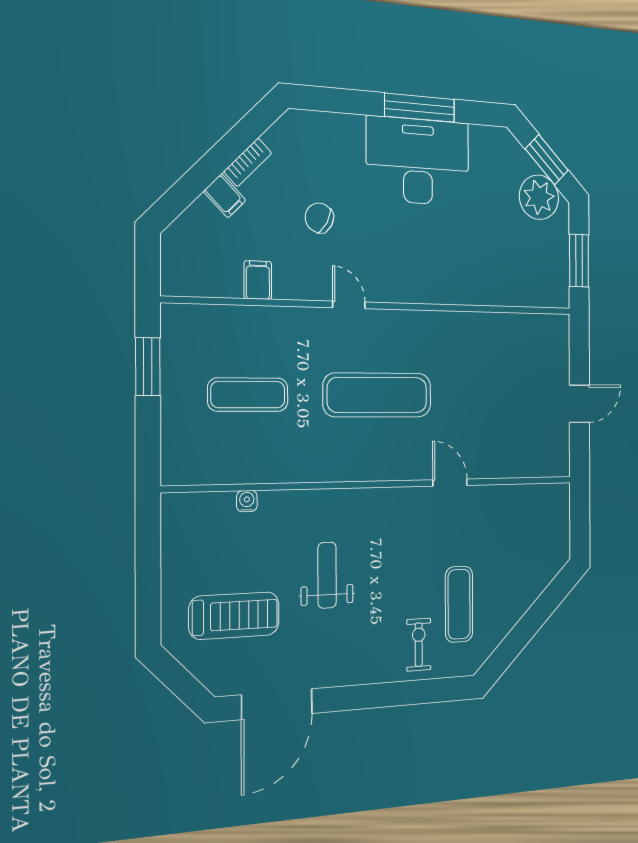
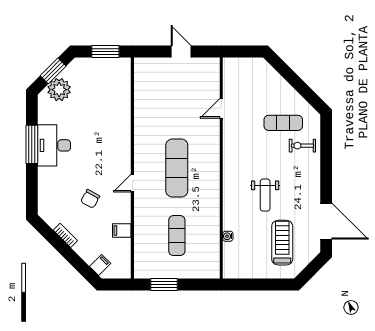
desk: (418, 161) -> (54, 145), width x0.73, depth x0.77
filing cabinet: (225, 196) -> (100, 265), moved
plant: (539, 197) -> (59, 90), moved
door: (450, 483) -> (221, 108), moved
weight bench: (327, 575) -> (265, 195), turned -90

